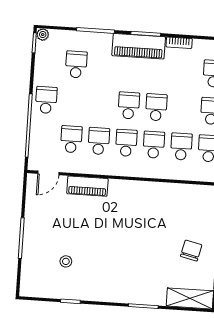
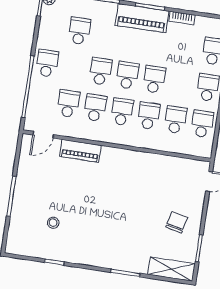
school desk: (101, 104) -> (101, 71), added

